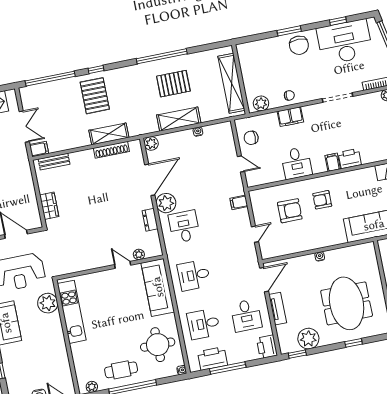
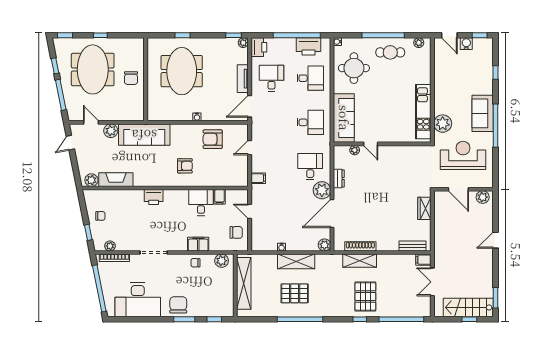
window: (338, 21) -> (214, 319), moved
filing cabinet: (333, 162) -> (220, 197), moved
armchair: (290, 211) -> (213, 139), moved
desk: (184, 227) -> (310, 167), turned 180
plant: (308, 339) -> (243, 43), moved, width x0.53, depth x0.53
window: (228, 368) -> (297, 35), width x1.46

